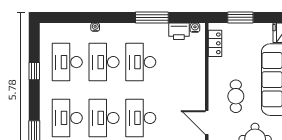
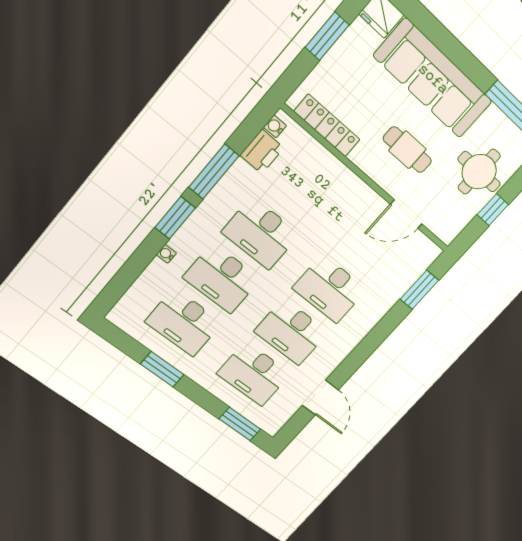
window: (116, 17) -> (175, 218), added
window: (240, 17) -> (327, 36), moved
locker: (215, 43) -> (327, 126), width x1.53
window: (34, 71) -> (162, 369), width x1.50

